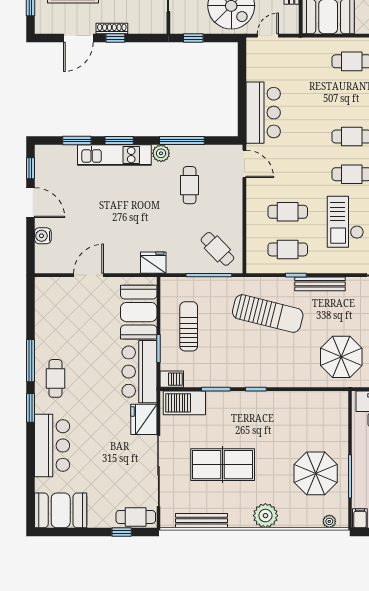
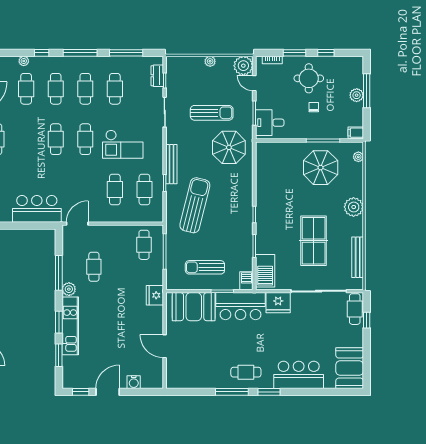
cafe table: (190, 185) -> (94, 267), turned 90
cafe table: (217, 249) -> (144, 245), turned -46

